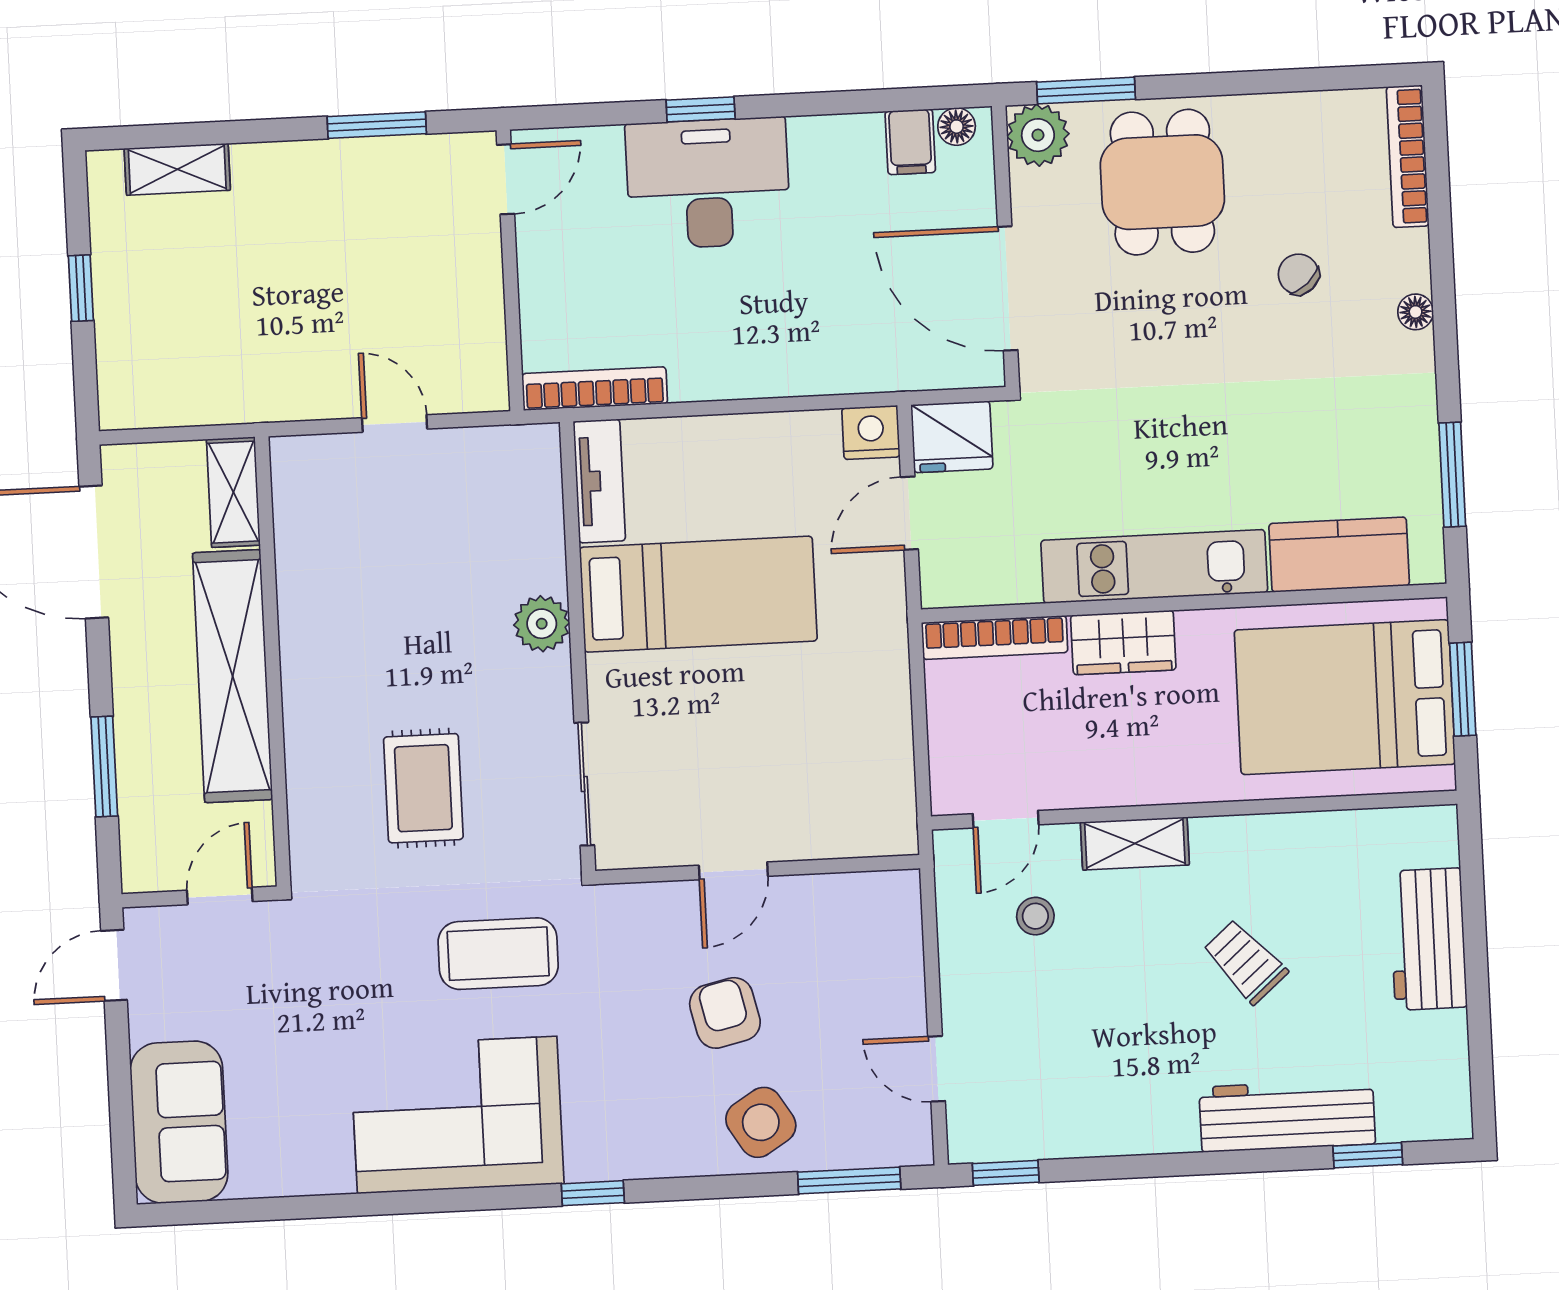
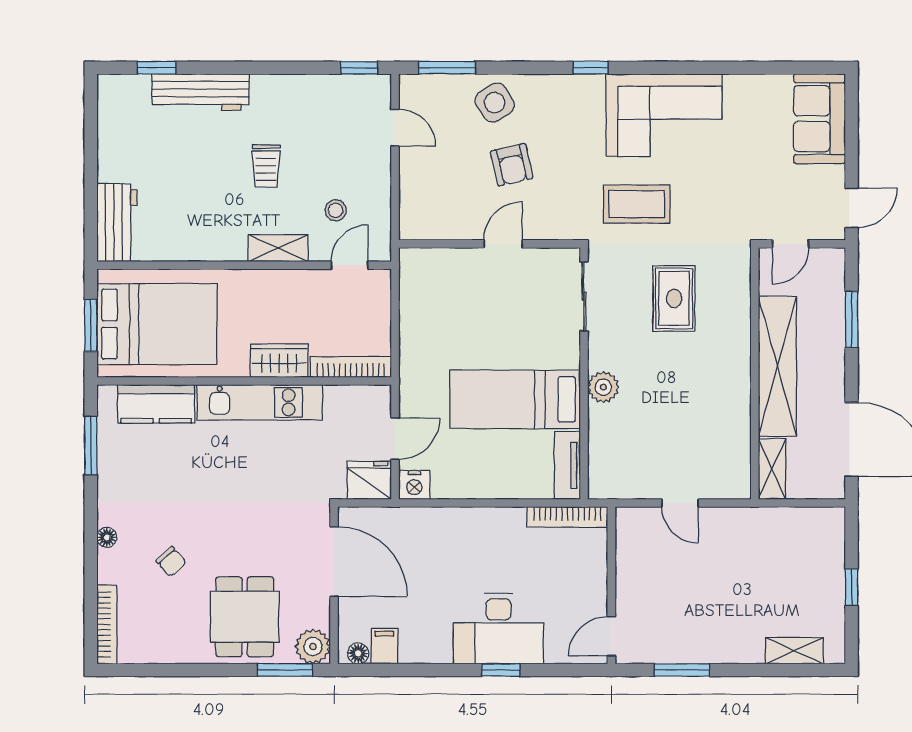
workbench: (1428, 939) -> (117, 223), moved
trolley: (1245, 962) -> (266, 166), moved, turned 41

